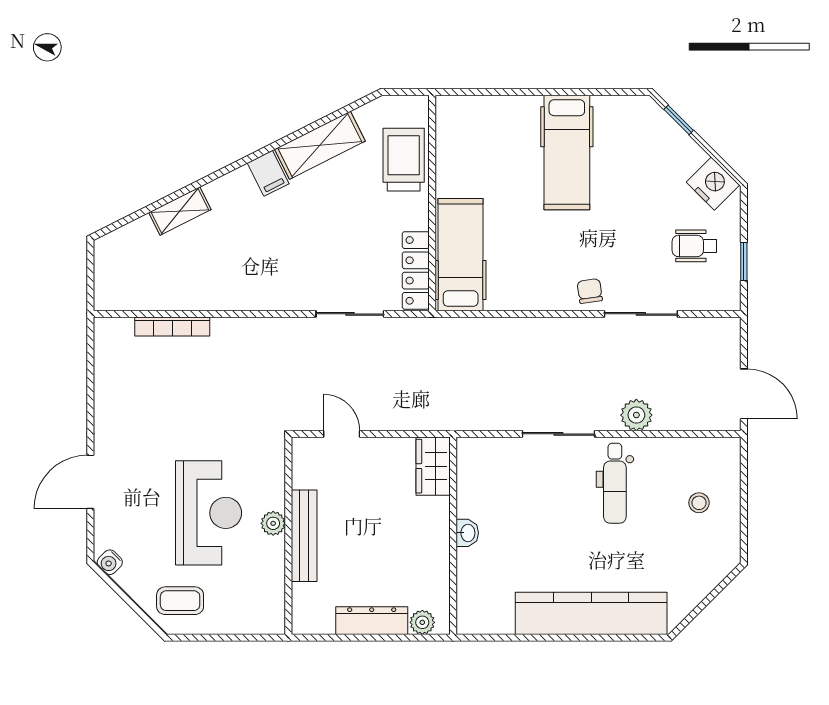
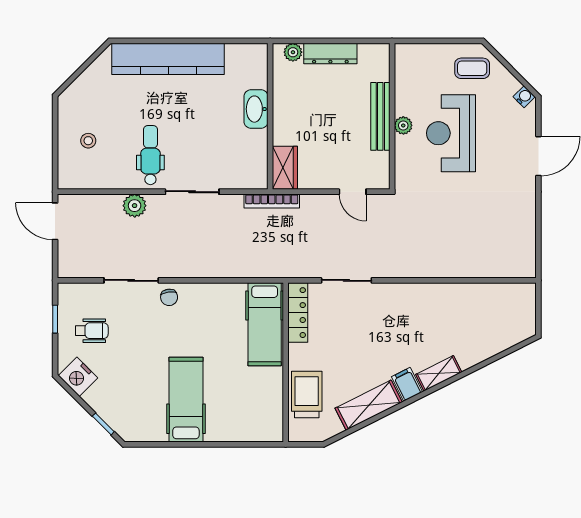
trolley: (404, 160) -> (307, 394), turned 180
shelving: (180, 211) -> (439, 373), moved
bookcase: (172, 326) -> (272, 201), moved, turned 180
washbasin: (467, 533) -> (256, 109), width x1.91, depth x1.45

